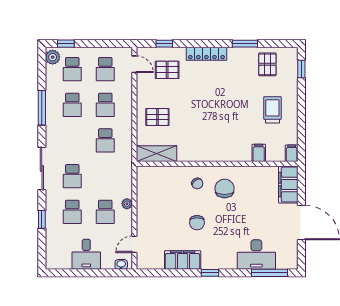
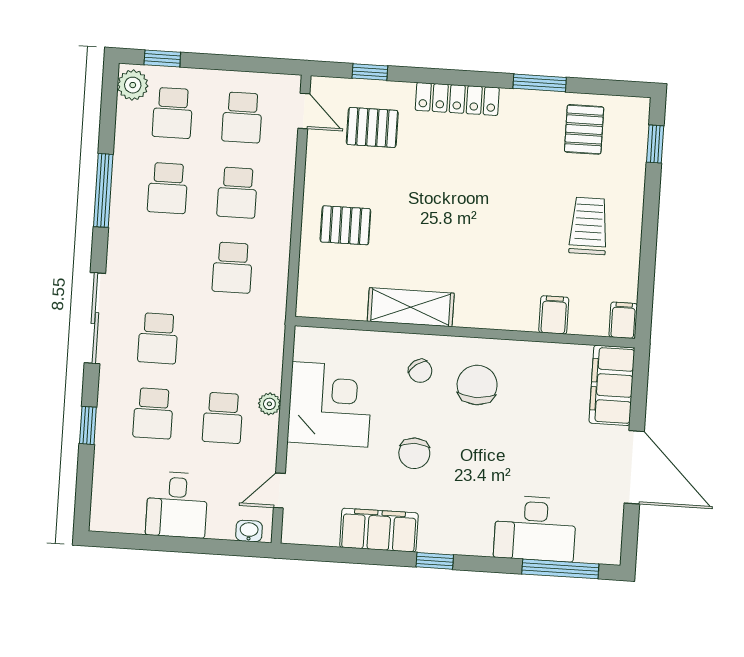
shelving: (157, 154) -> (411, 307), moved
corner desk: (156, 202) -> (330, 404), added

